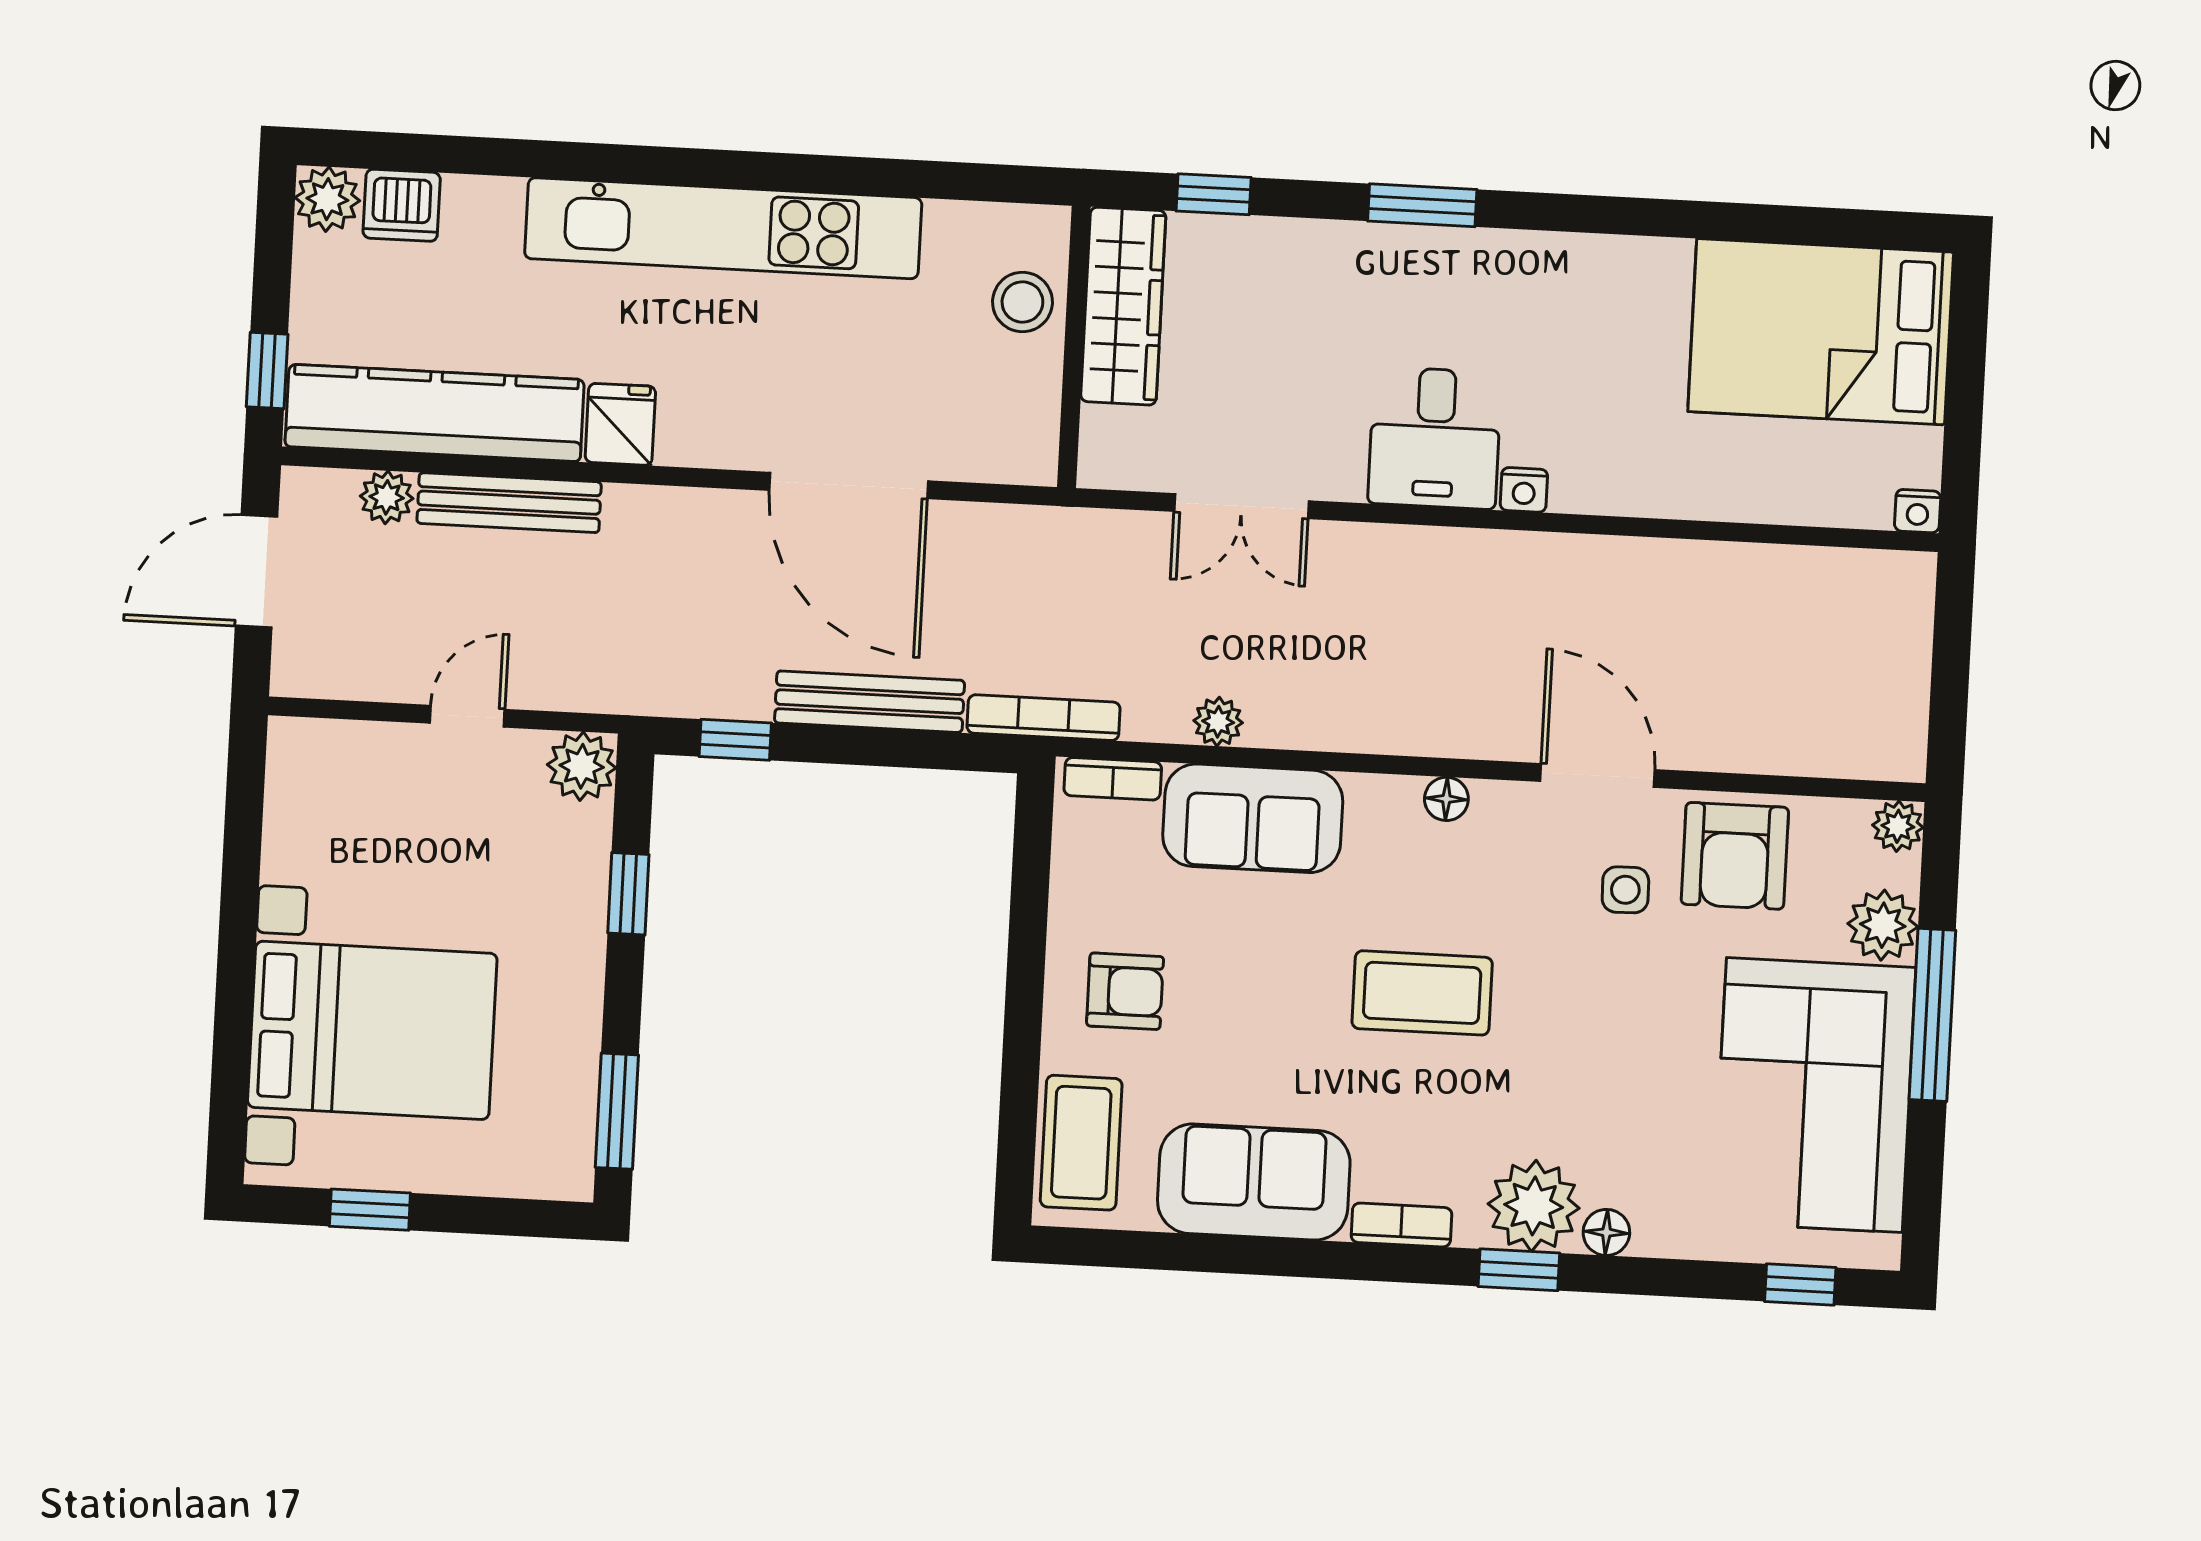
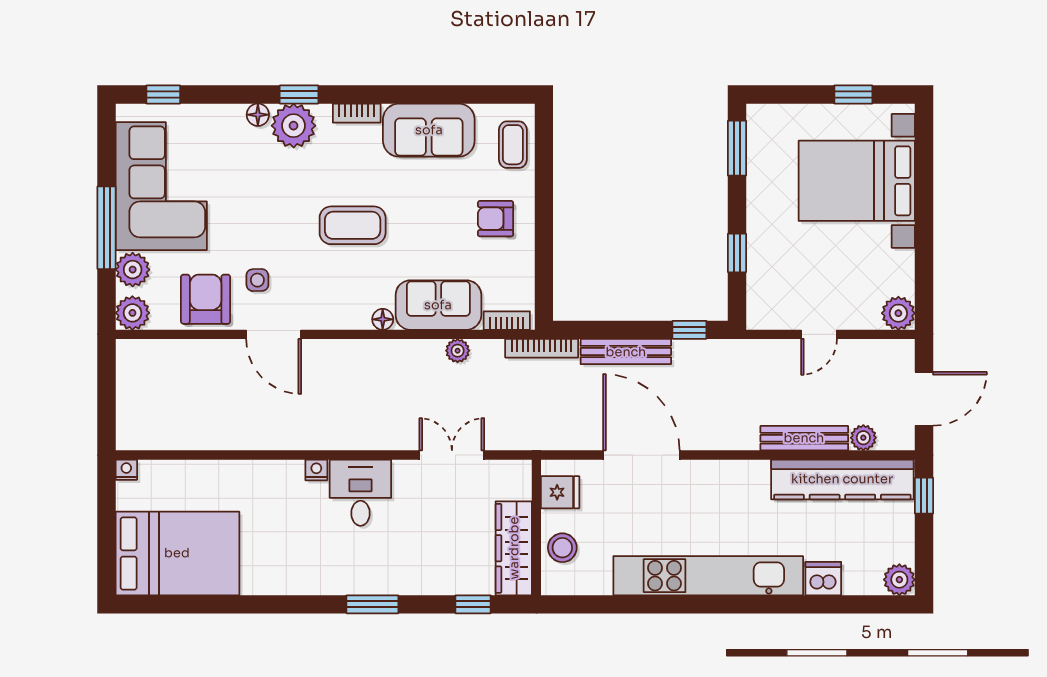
dishwasher: (402, 205) -> (823, 579), moved
fridge: (620, 424) -> (560, 492), moved, turned -90
plant: (582, 766) -> (898, 313), moved
floor lamp: (1446, 799) -> (383, 319), moved
plant: (1898, 826) -> (132, 313), width x1.38, depth x1.38
coffee table: (1081, 1143) -> (513, 145), width x0.73, depth x0.77

